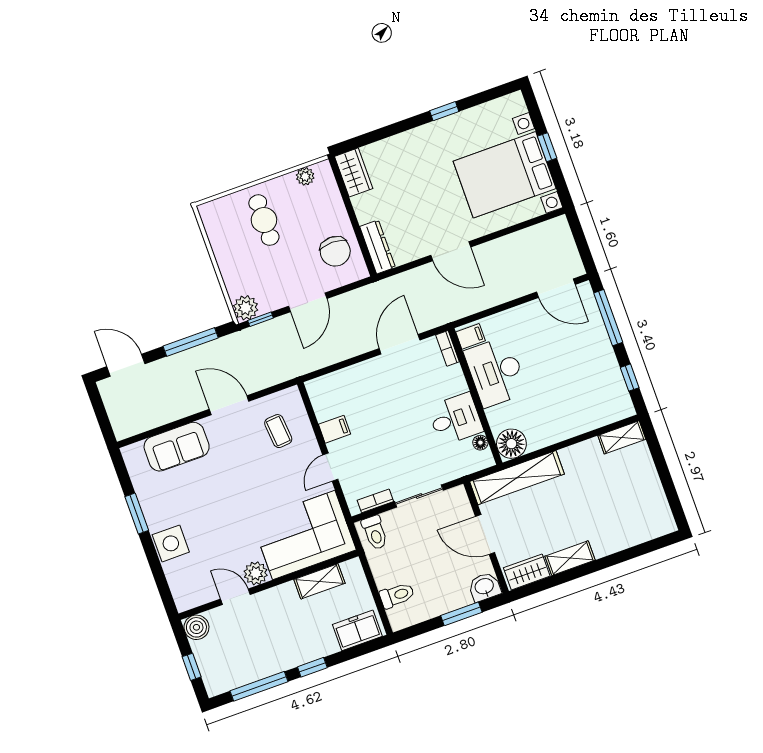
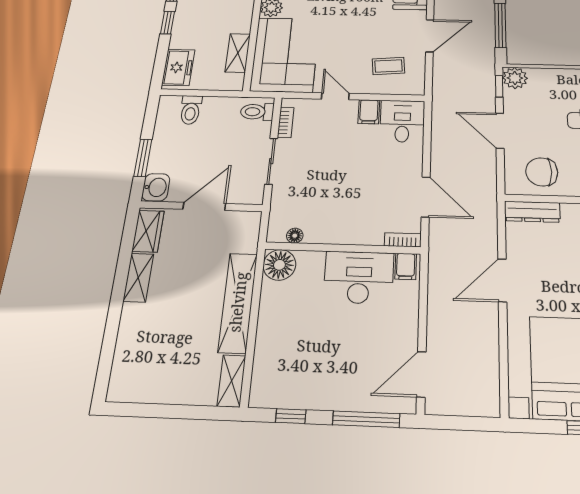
desk: (455, 419) -> (402, 121), moved, turned 180
shelving: (517, 478) -> (238, 302), moved

